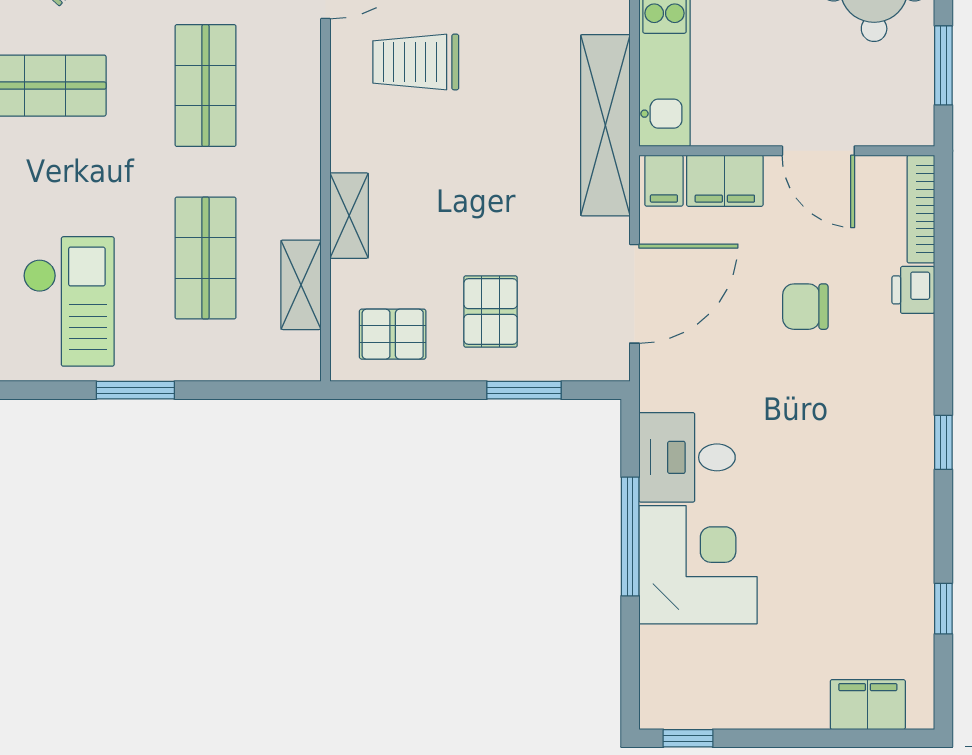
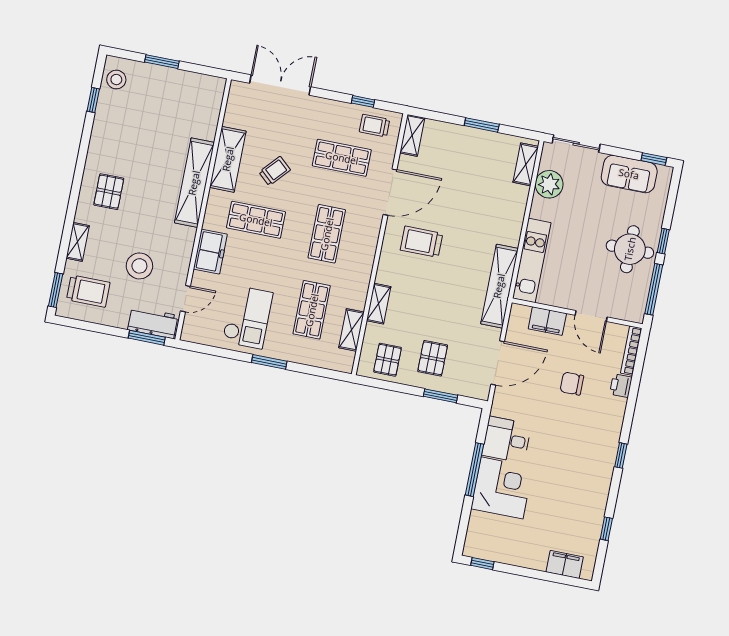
window: (943, 65) -> (654, 289), width x1.44
filing cabinet: (664, 181) -> (520, 316), removed
pallet: (393, 334) -> (388, 360), turned 90

